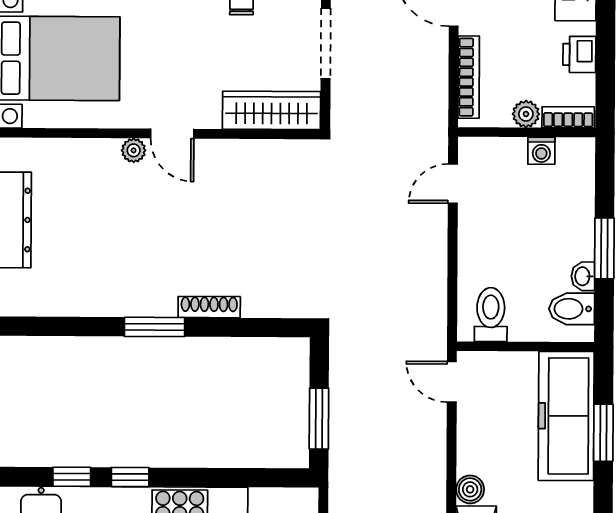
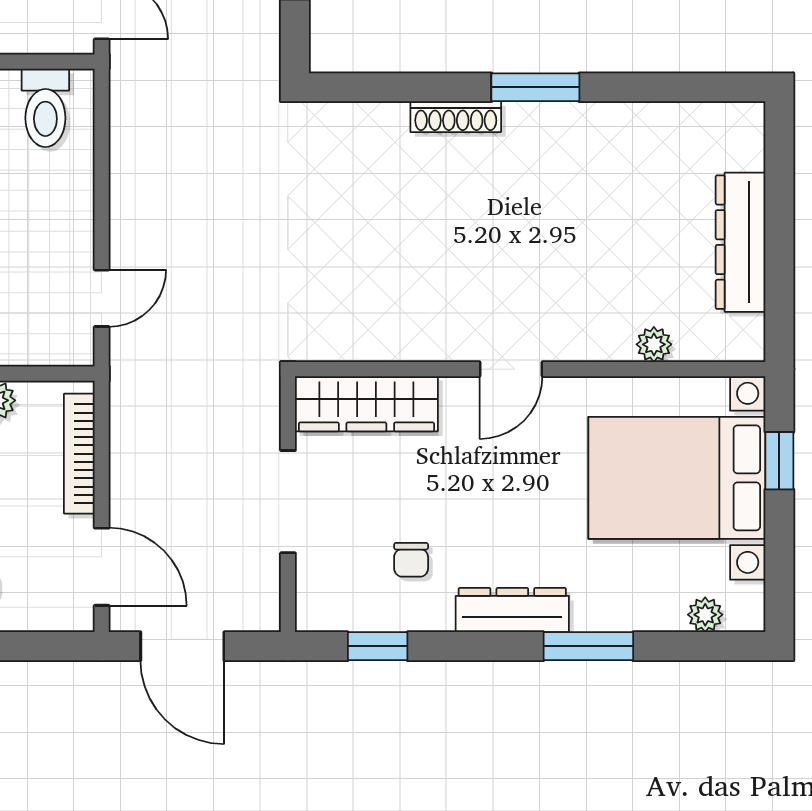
door: (172, 134) -> (511, 369), swing flipped
plant: (134, 150) -> (654, 344), moved

